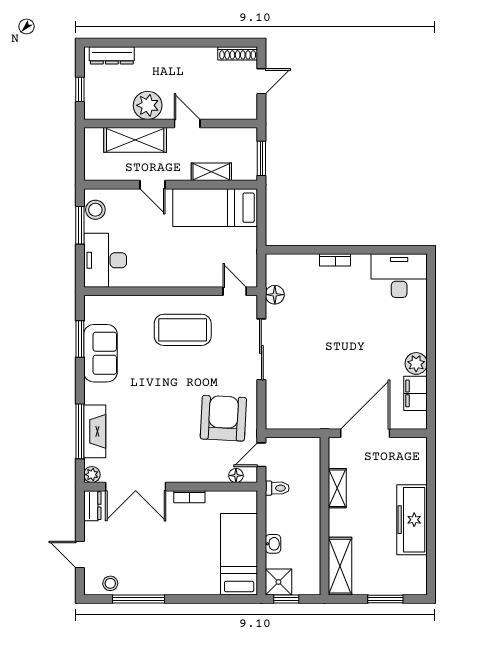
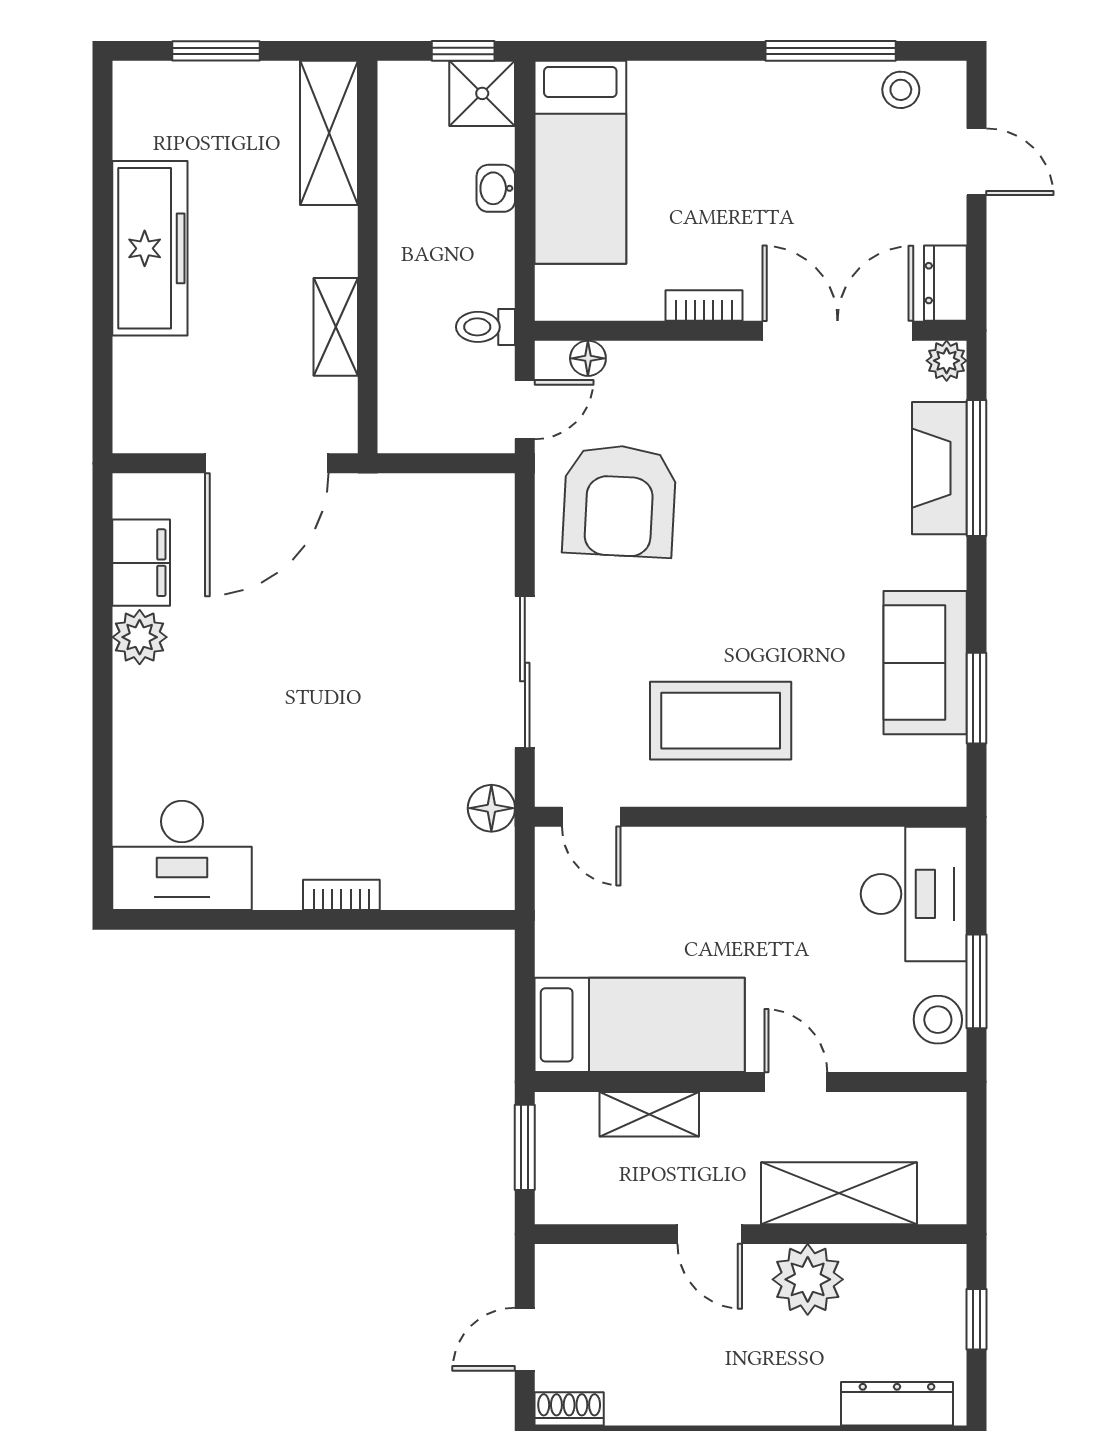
shoe rack: (238, 53) -> (569, 1409), width x0.70

